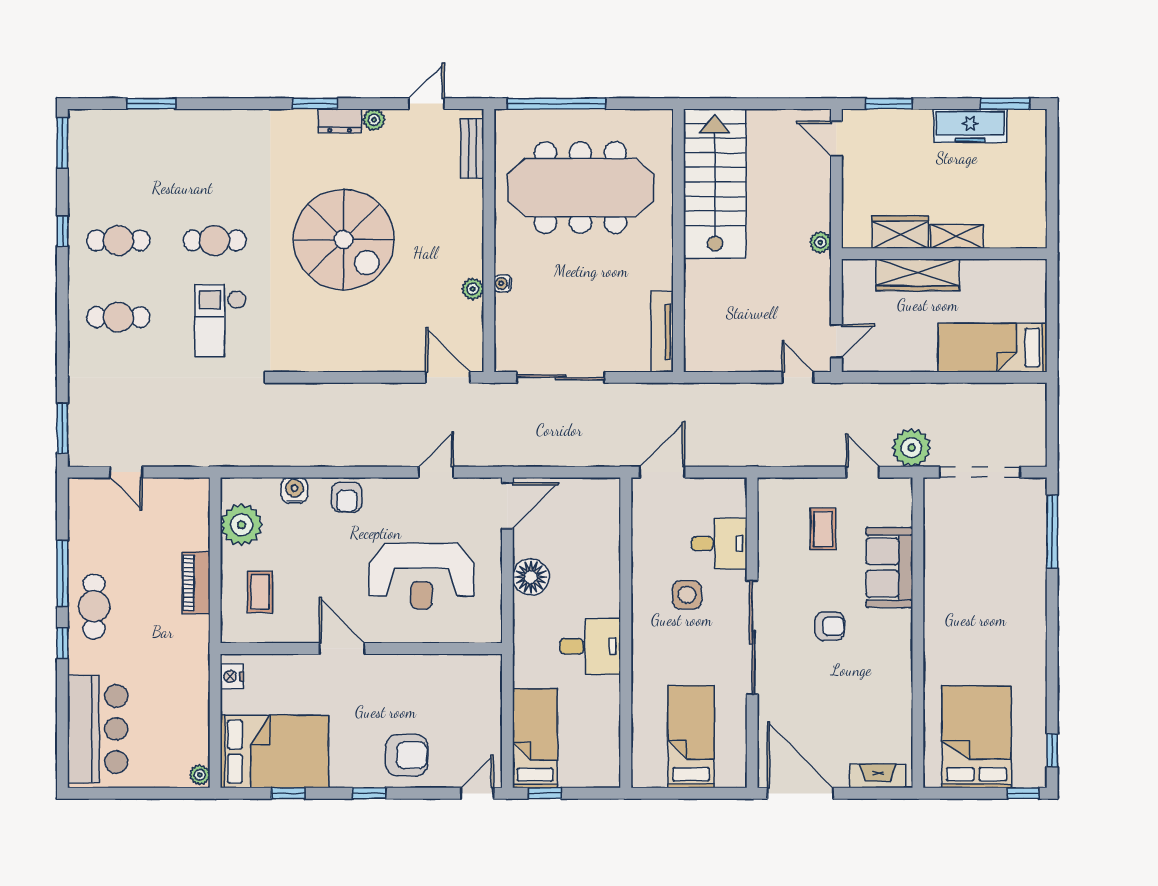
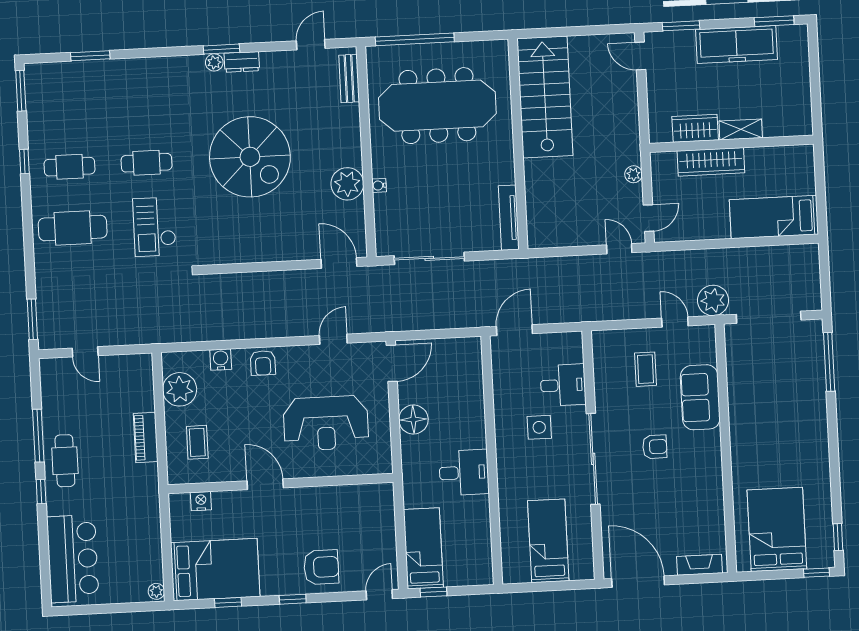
plant: (374, 120) -> (214, 62), moved
freezer: (970, 126) -> (736, 44), width x1.36, depth x1.26
plant: (820, 242) -> (633, 174), moved
plant: (473, 289) -> (347, 184), width x1.87, depth x1.87
cafe table: (118, 317) -> (73, 228), width x1.37, depth x1.35
nightstand: (232, 676) -> (201, 501), moved, turned 90

